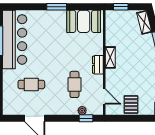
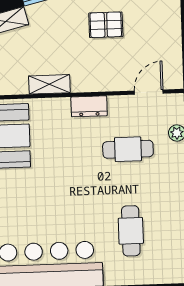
shelving: (110, 57) -> (49, 84), moved
pallet: (131, 105) -> (106, 25), moved

